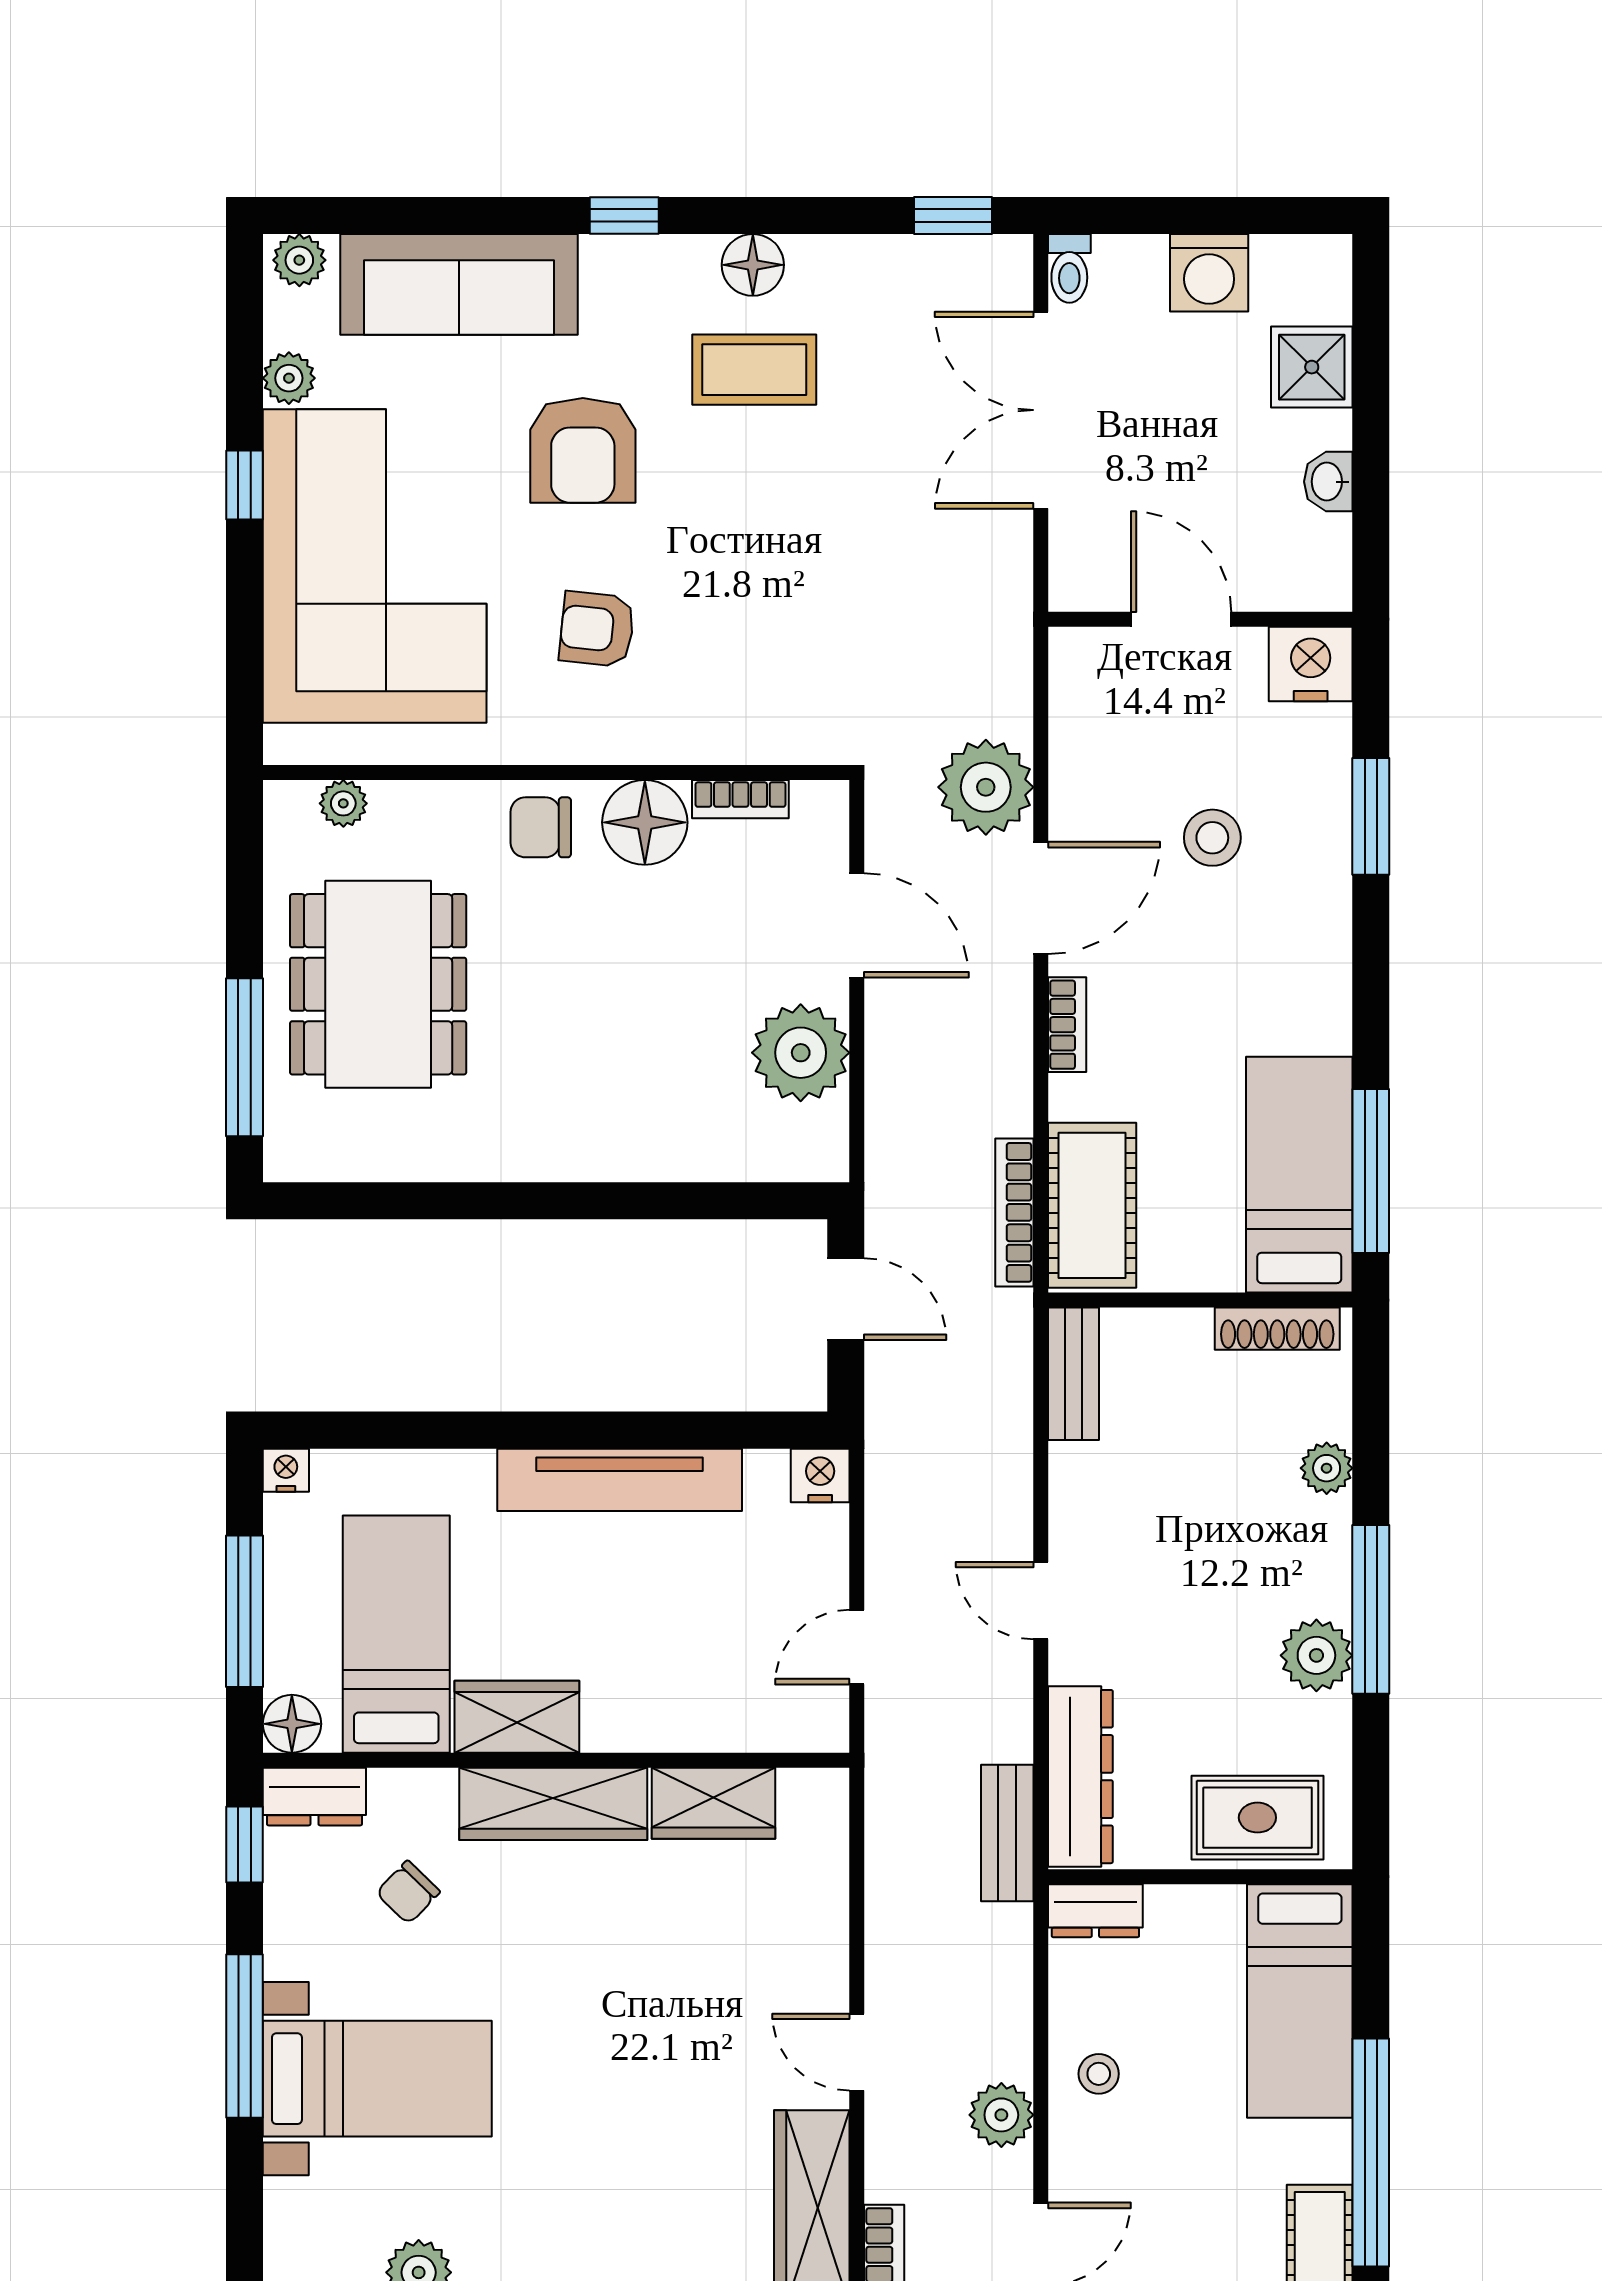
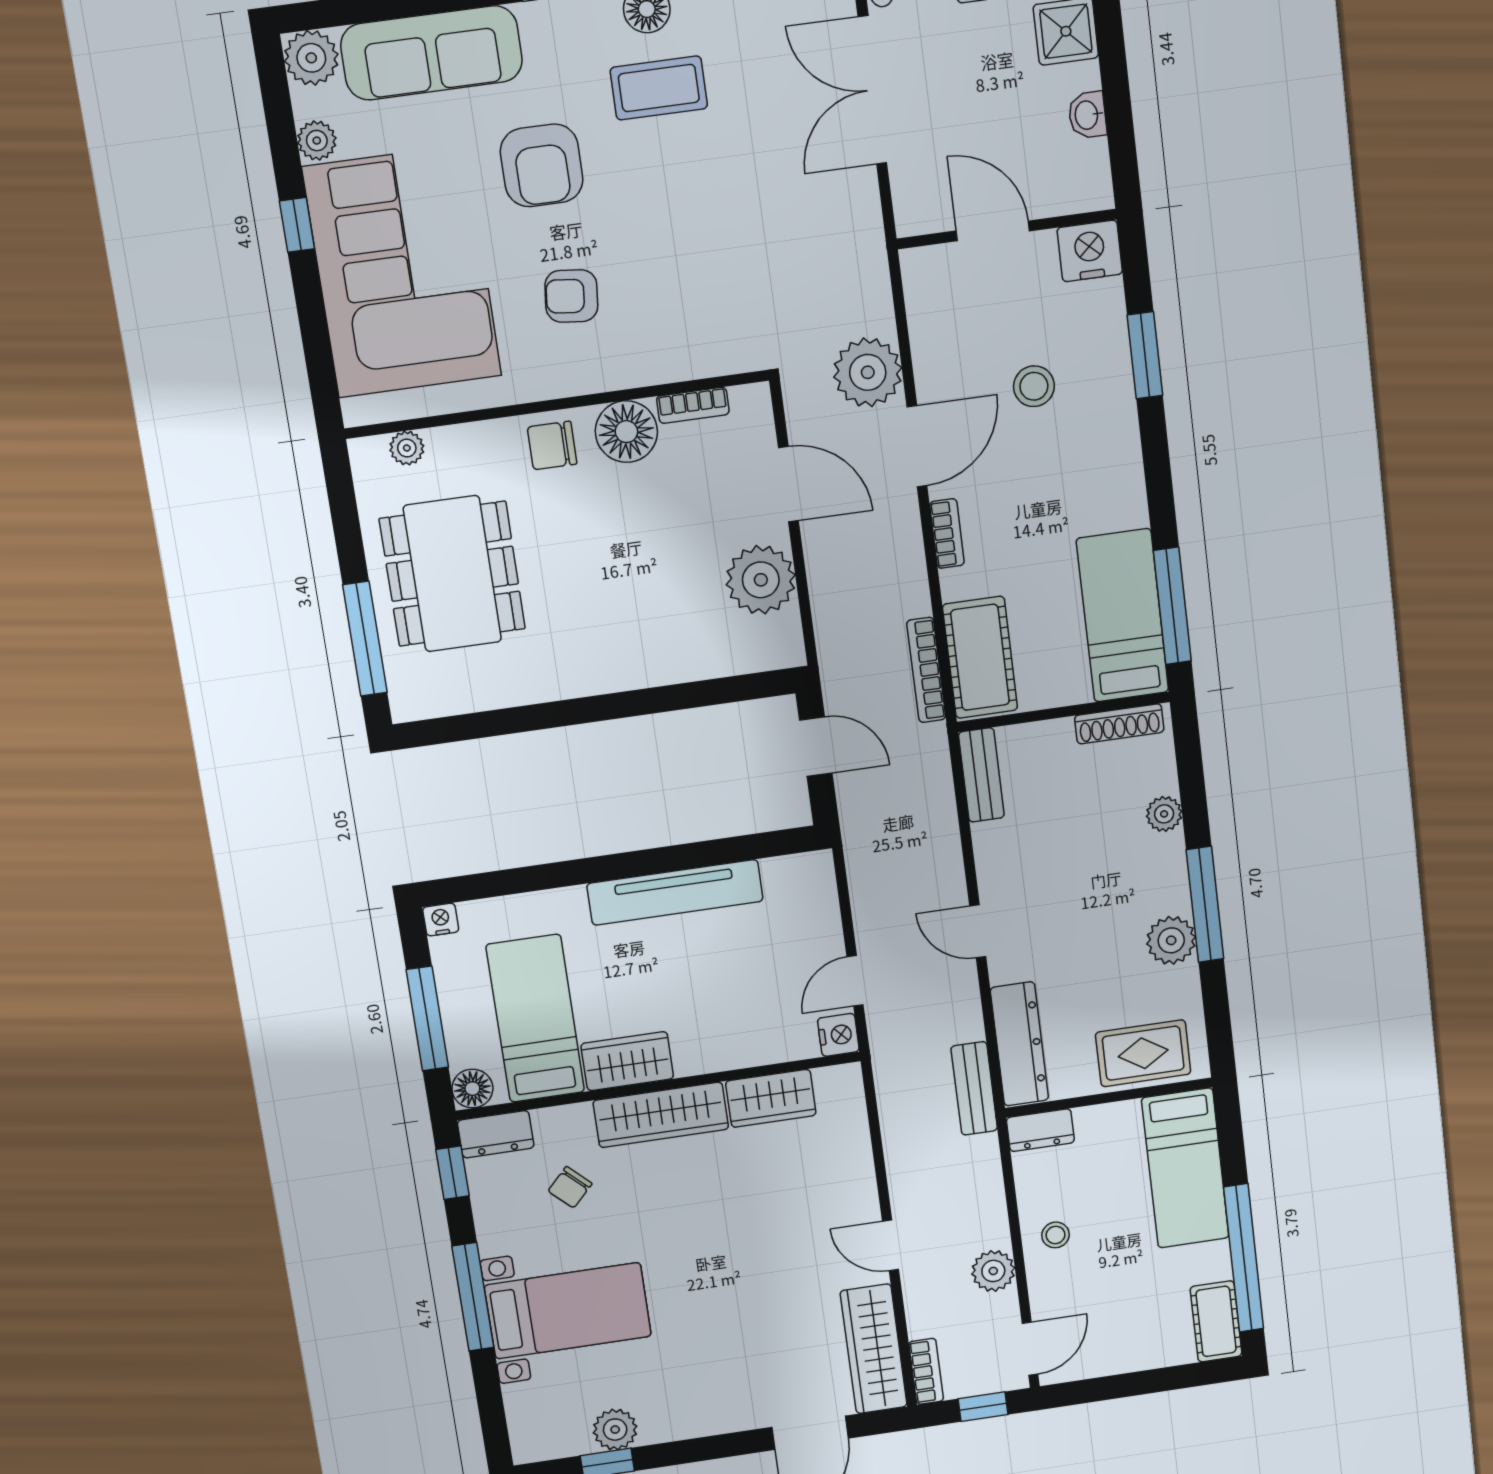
plant: (299, 260) -> (311, 58), width x1.38, depth x1.38
nightstand: (820, 1475) -> (838, 1035), moved, turned 90

